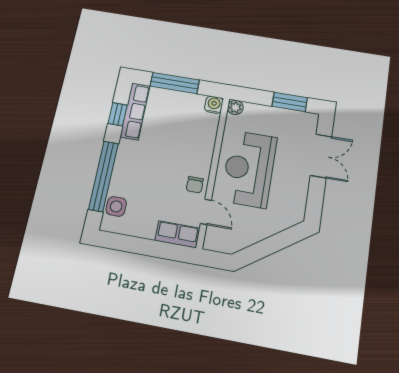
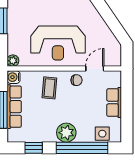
row of seats: (135, 111) -> (14, 107), moved, turned 90
coffee table: (191, 148) -> (49, 88), added
plant: (128, 159) -> (66, 133), added
row of seats: (177, 234) -> (114, 103), moved

